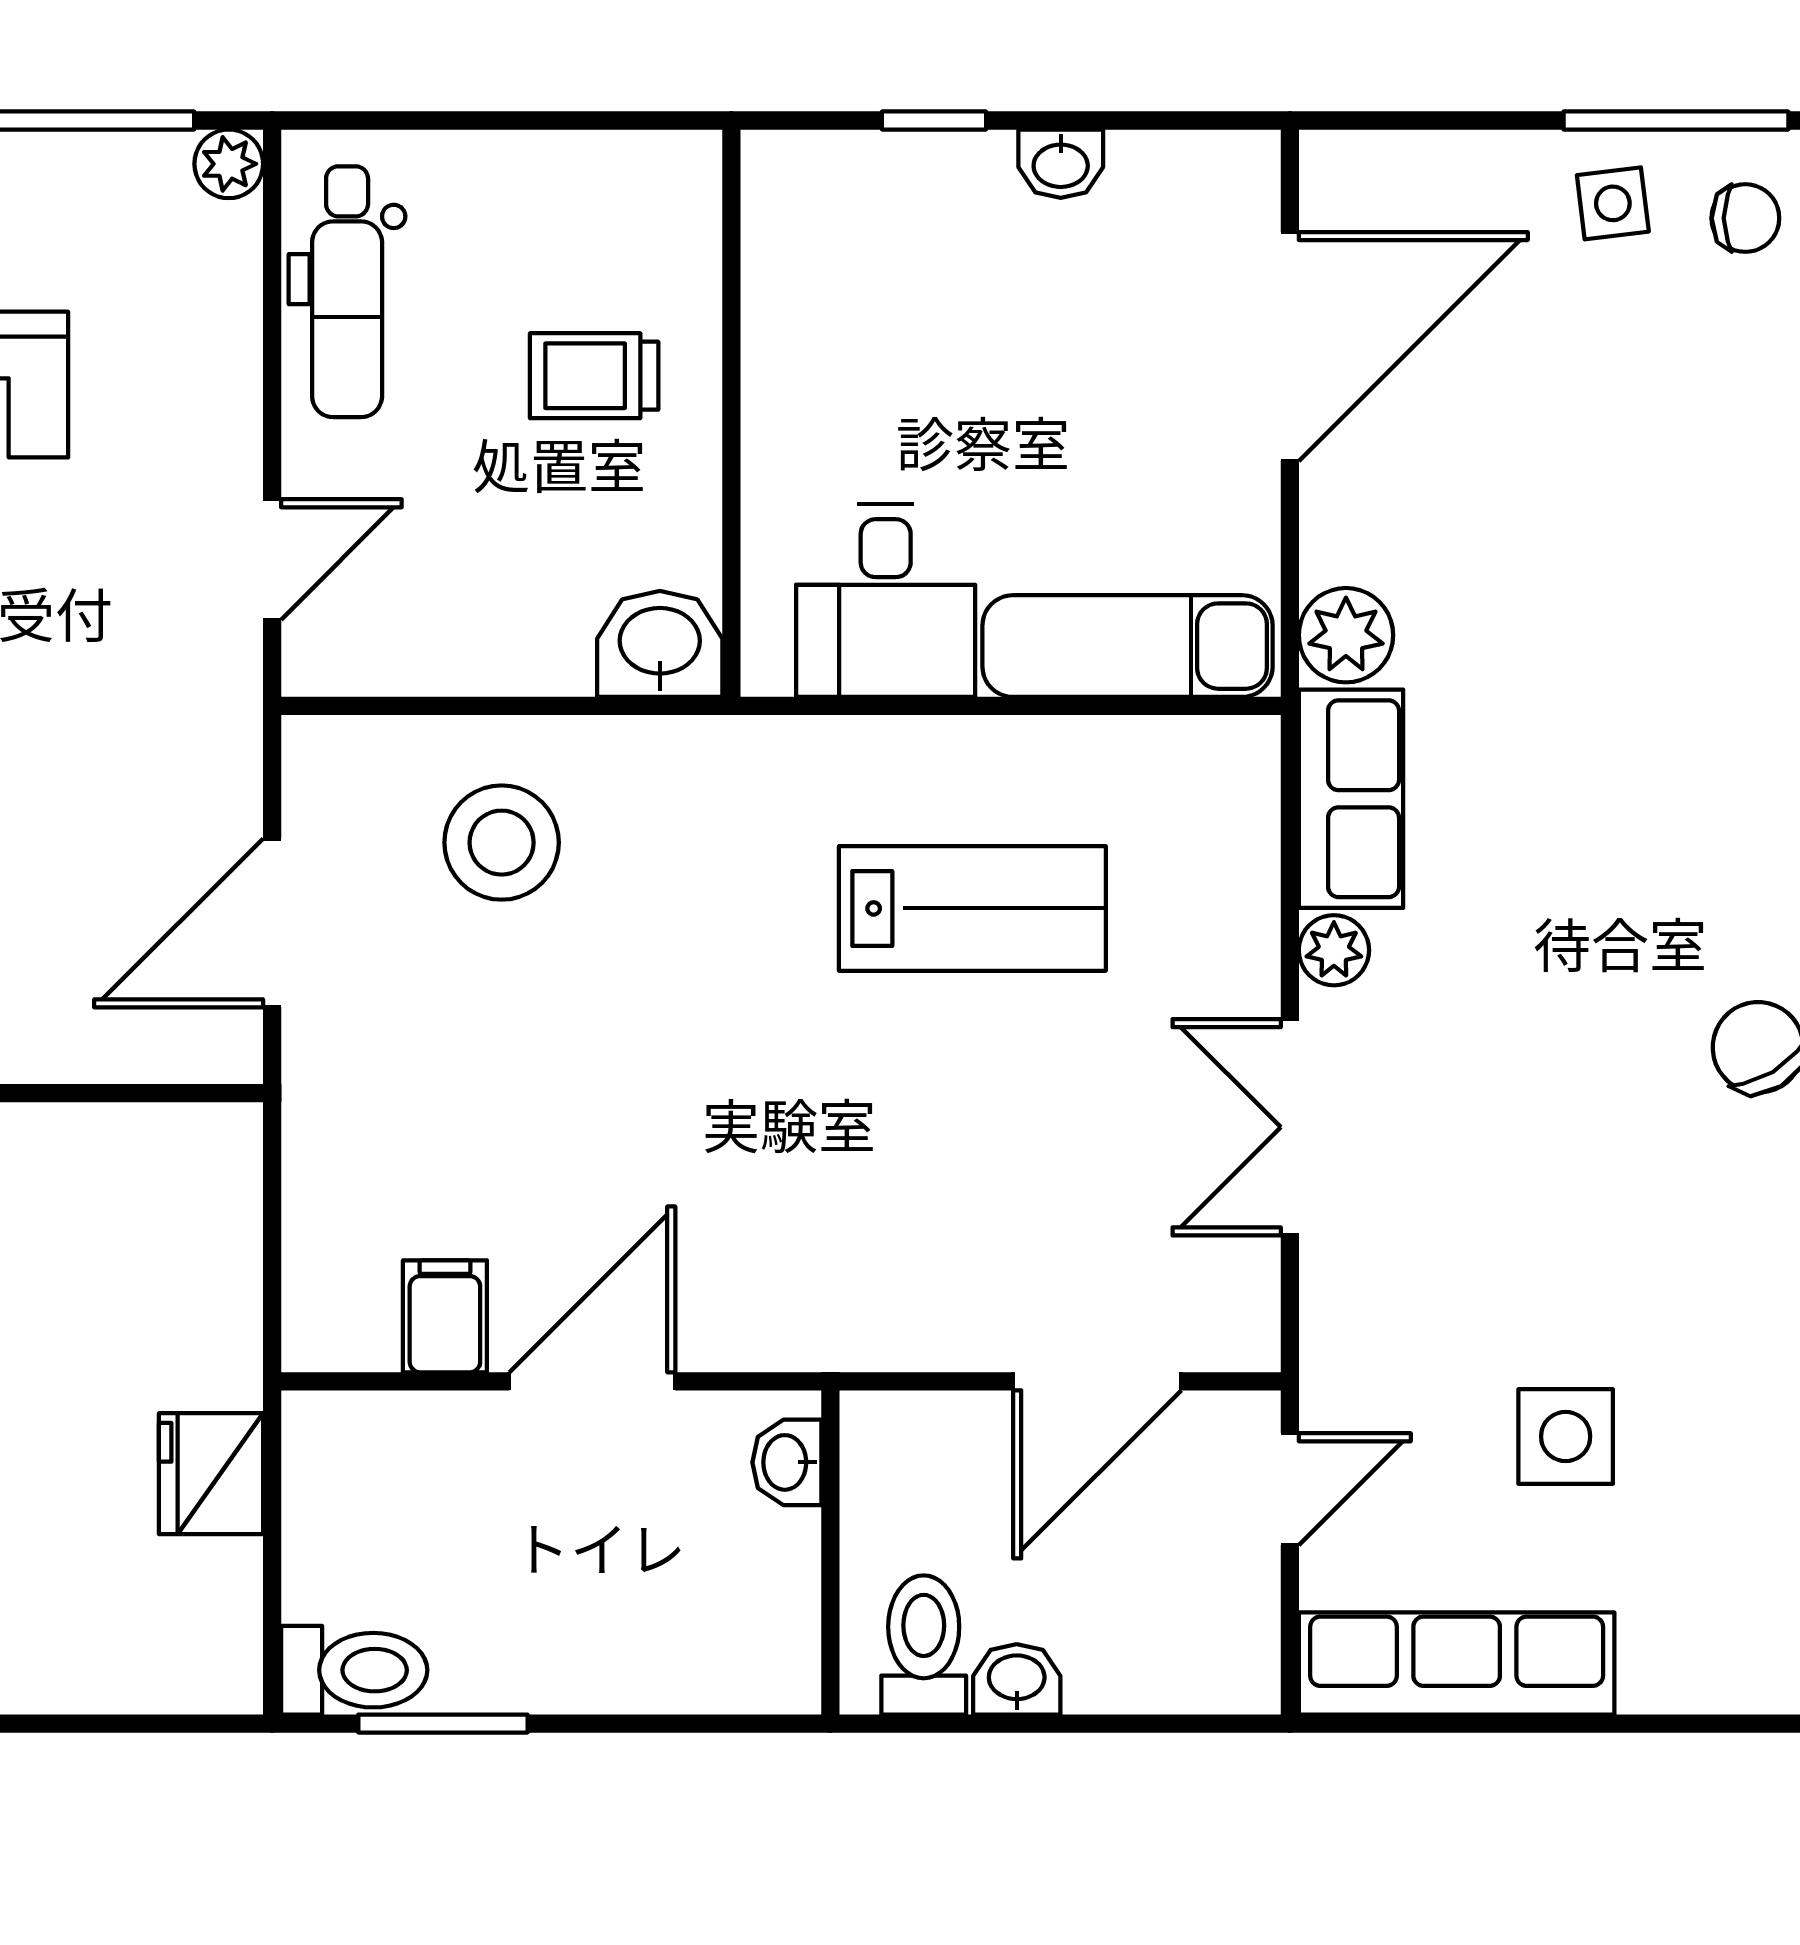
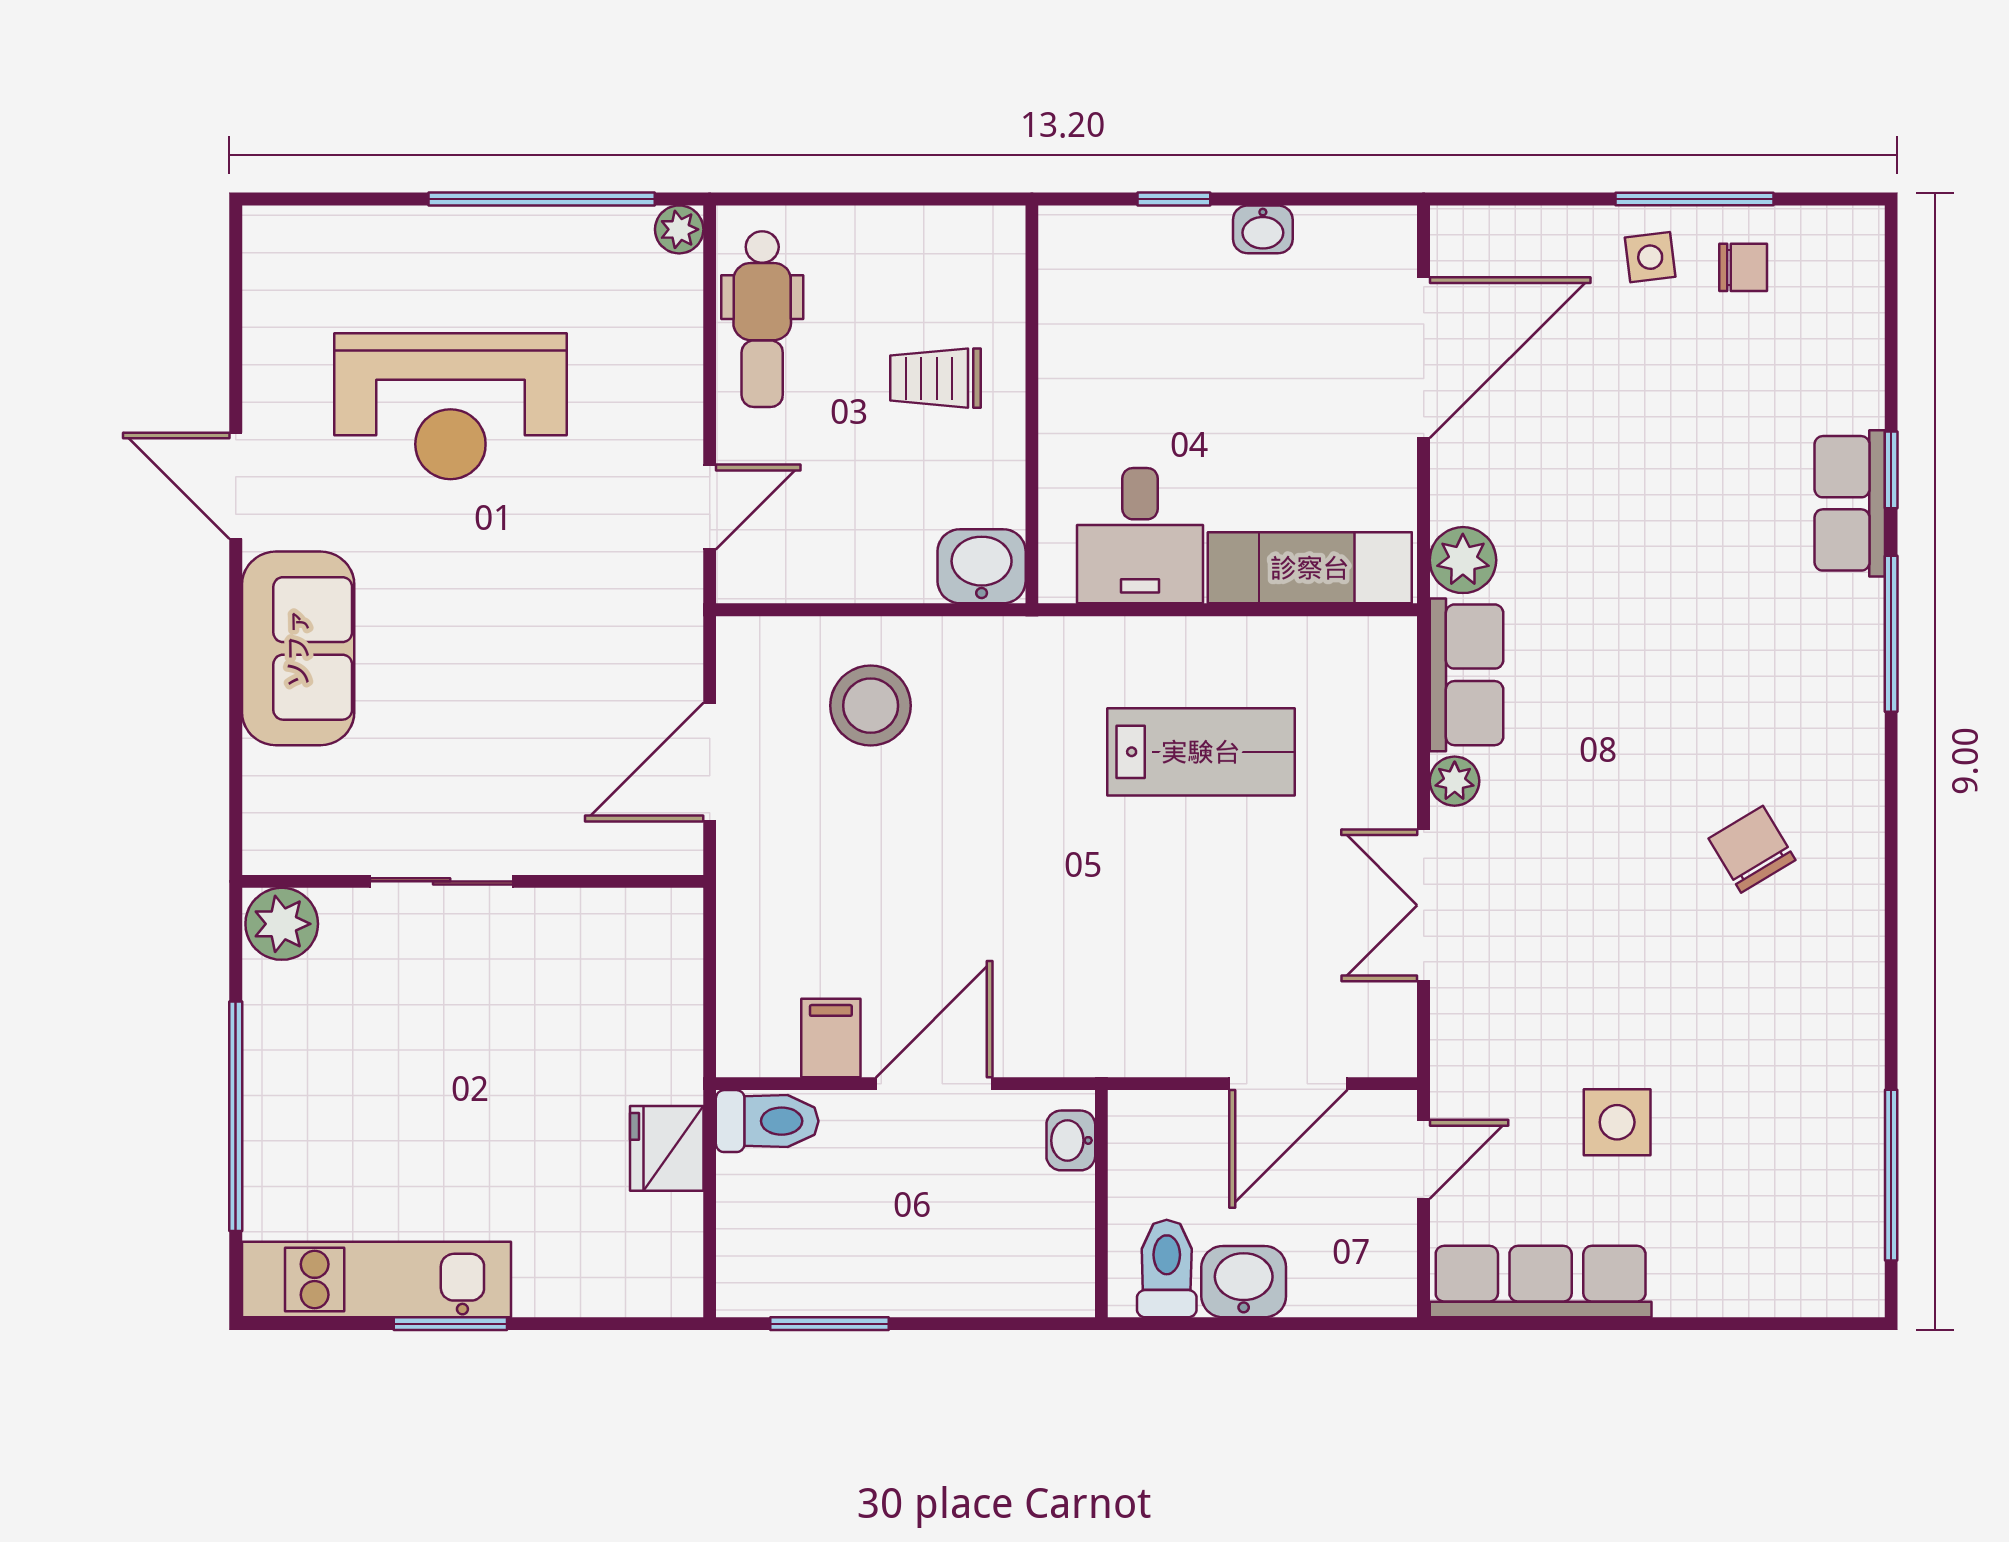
toilet: (354, 1670) -> (767, 1121), moved
washbasin: (1017, 1679) -> (1244, 1282), width x1.38, depth x1.45

